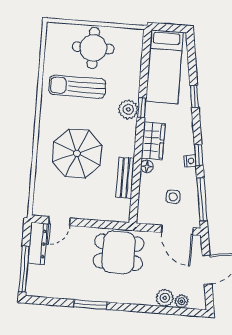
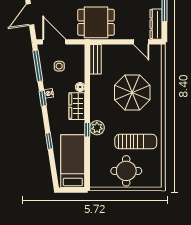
bench: (125, 178) -> (95, 59), moved
door: (60, 221) -> (141, 42), swing flipped

